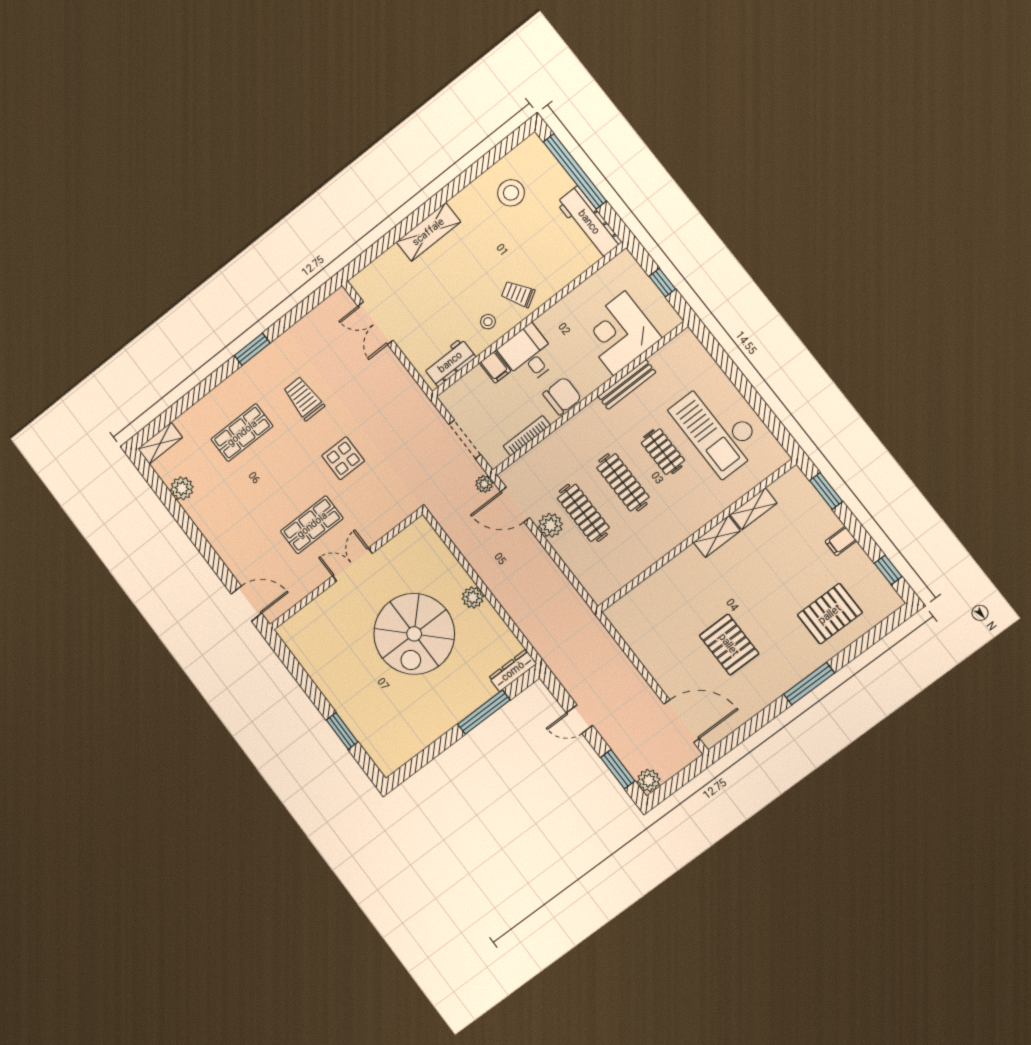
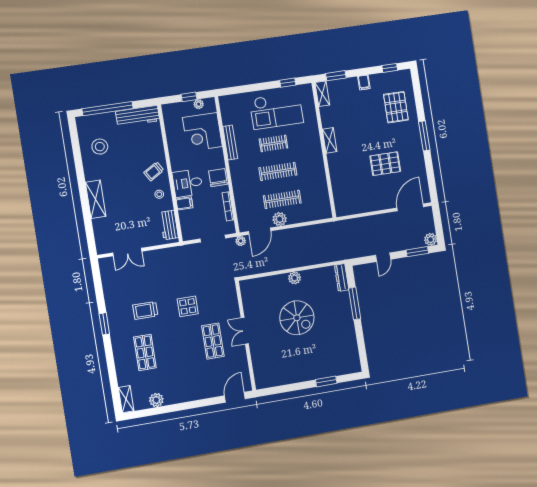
plant: (659, 303) -> (199, 104), added
window: (772, 422) -> (288, 83), added
shelving: (754, 509) -> (322, 94), moved
spiral stairs: (414, 634) -> (297, 318), width x0.73, depth x0.73

